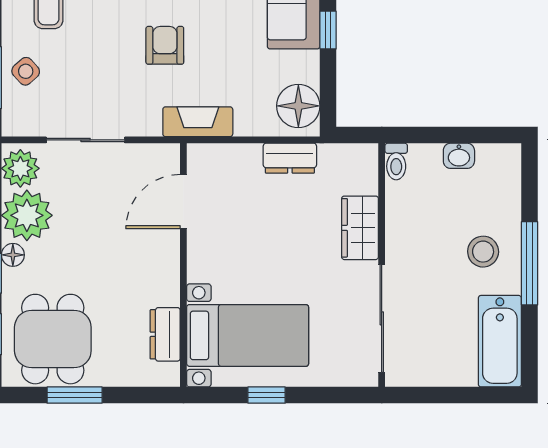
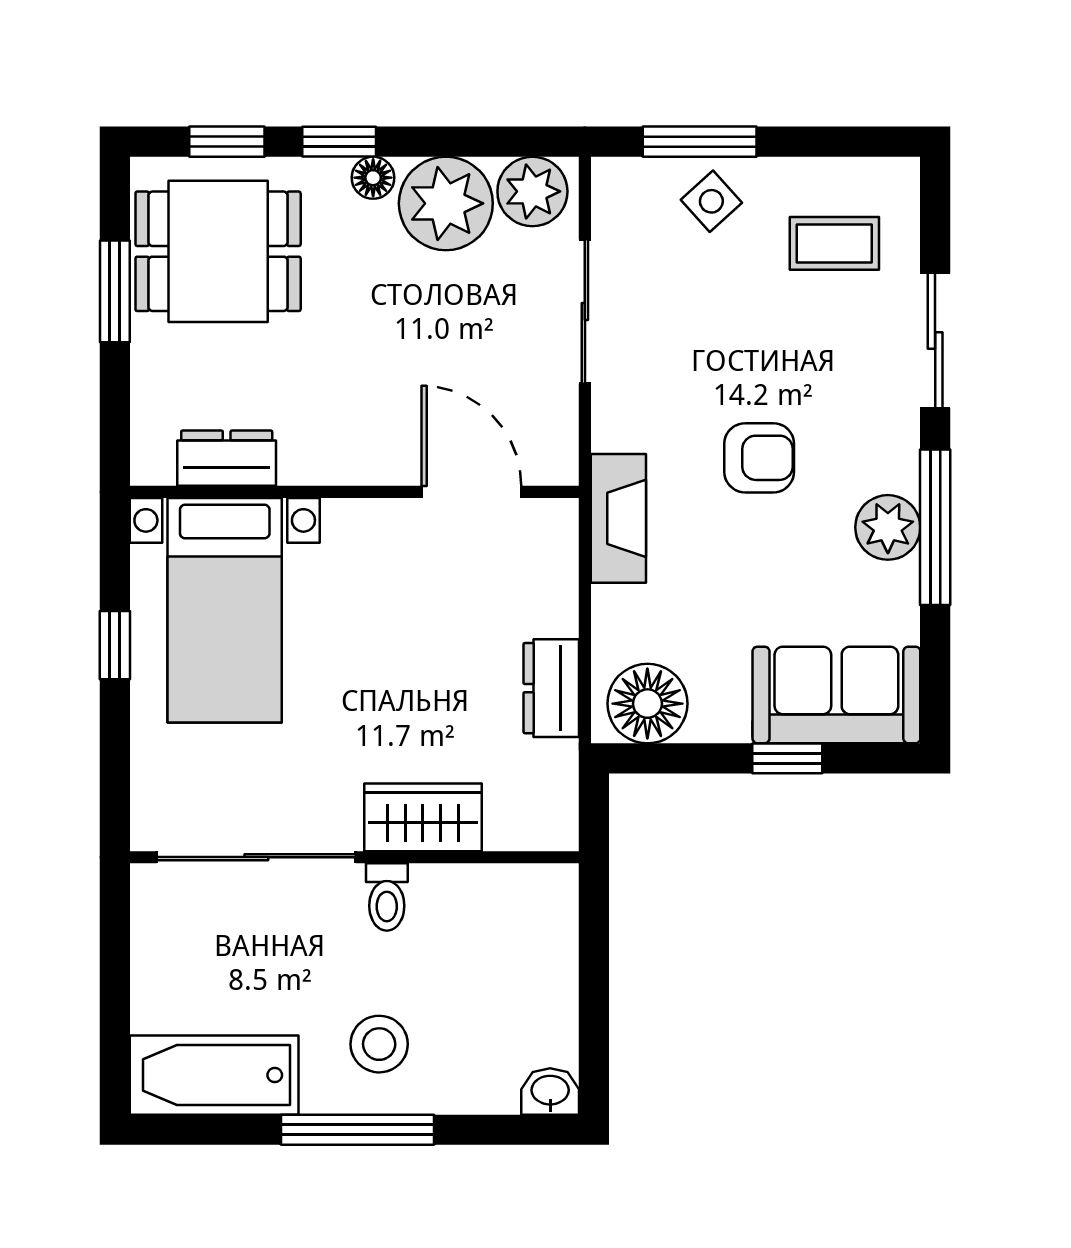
washbasin: (459, 156) -> (550, 1091), moved, turned 90
toilet: (396, 162) -> (387, 897), moved, turned -90

